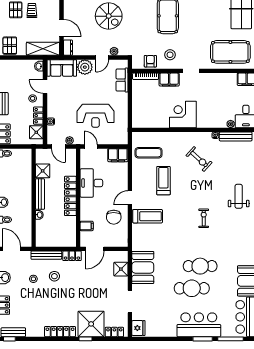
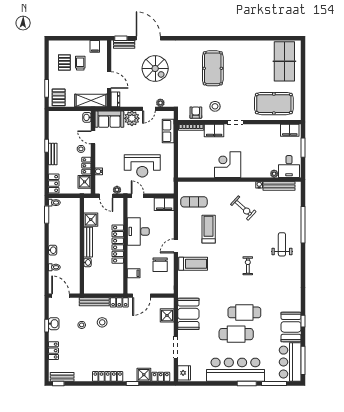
shower: (91, 324) -> (144, 375), width x0.54, depth x0.54
bar counter: (199, 325) -> (235, 370), width x1.36

